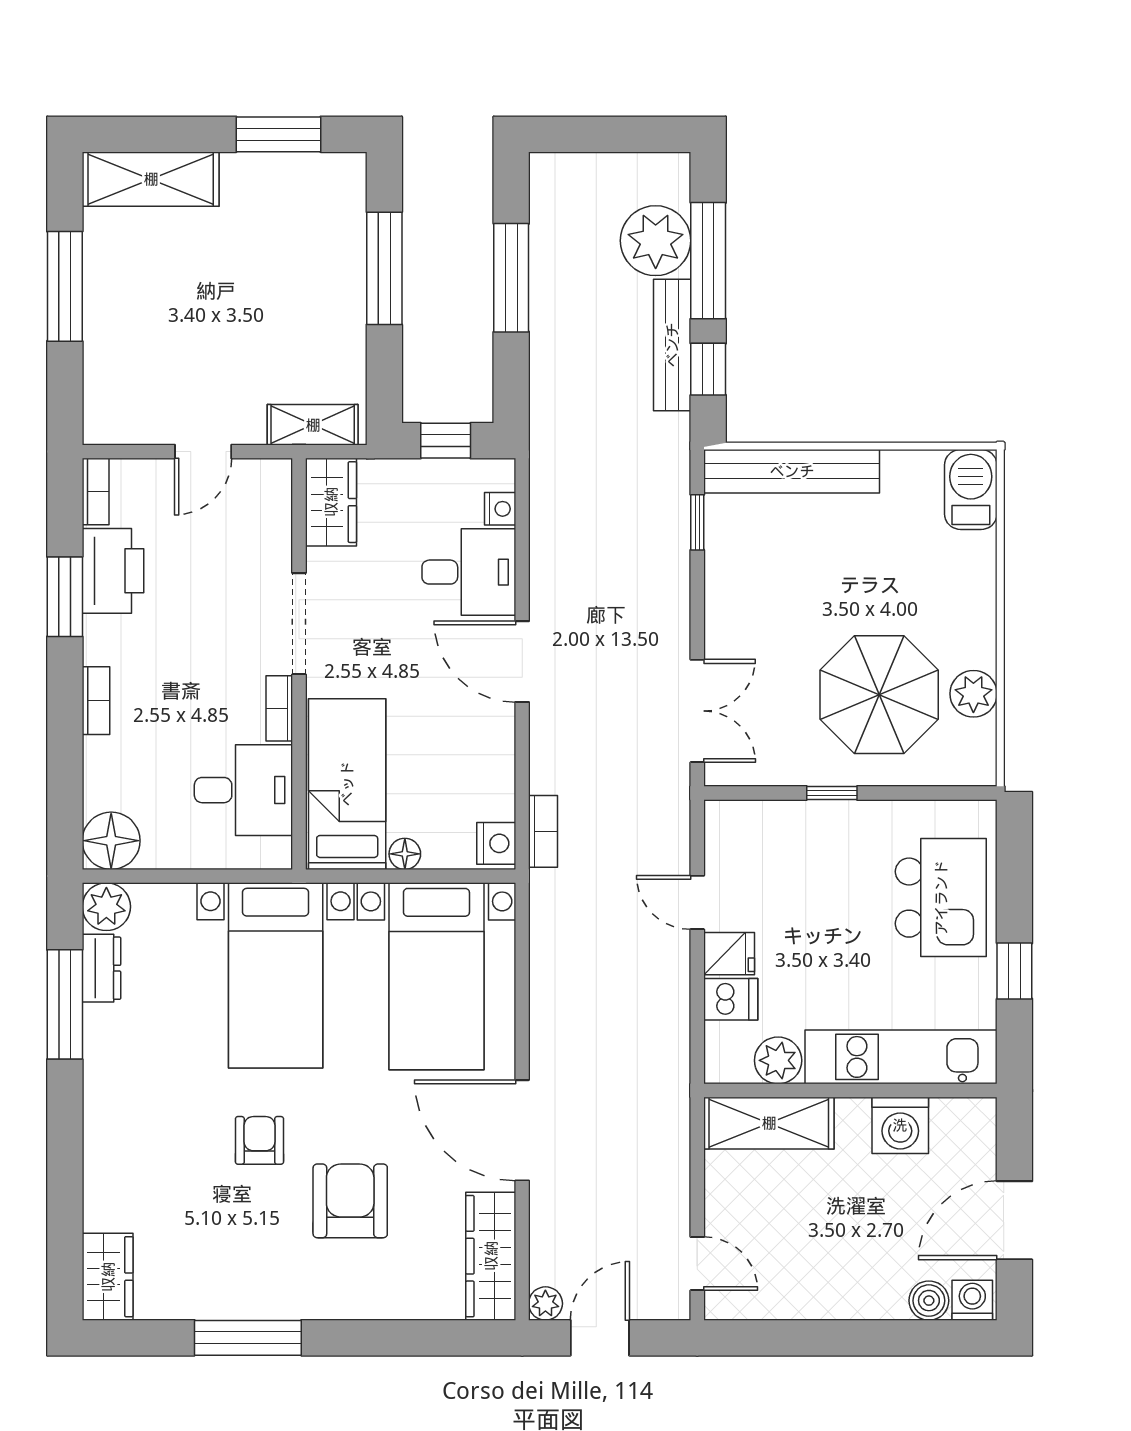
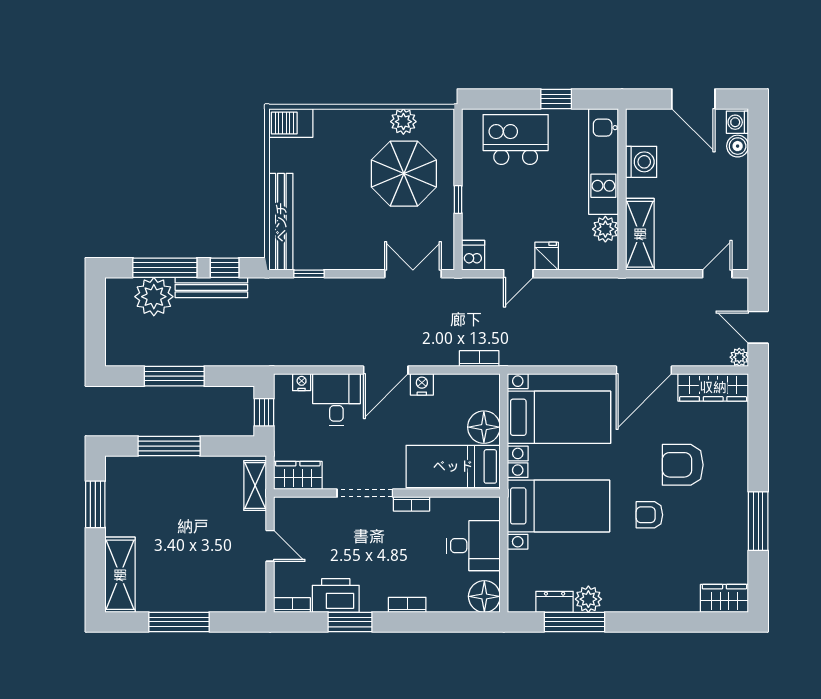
desk: (243, 790) -> (473, 546), moved, turned 90
nightstand: (496, 843) -> (422, 384), moved
floor lamp: (405, 854) -> (484, 427), width x1.89, depth x1.89
plant: (106, 907) -> (588, 599), moved
dishwasher: (731, 999) -> (473, 255), moved

